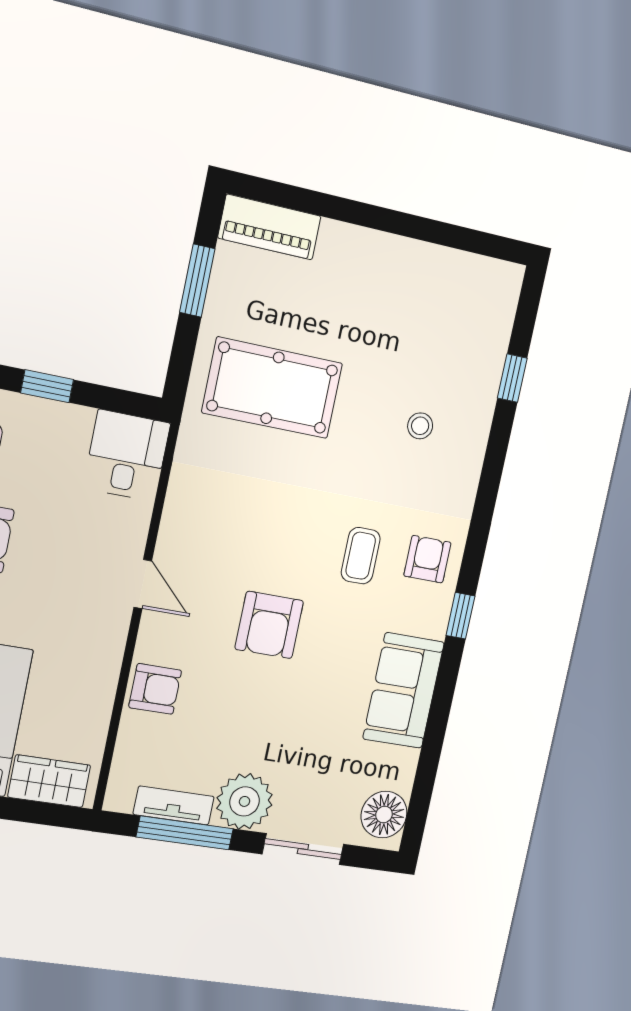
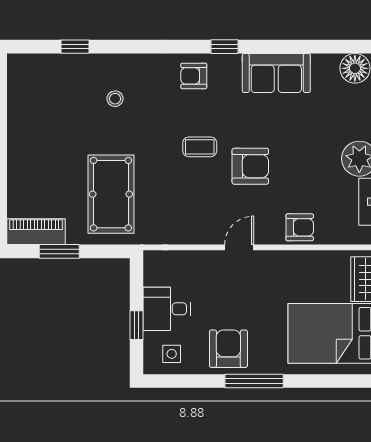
piano: (270, 227) -> (36, 232), moved, turned -90
desk: (127, 456) -> (167, 309), moved
coffee table: (361, 556) -> (200, 147), moved
armchair: (155, 689) -> (300, 227), turned 90

